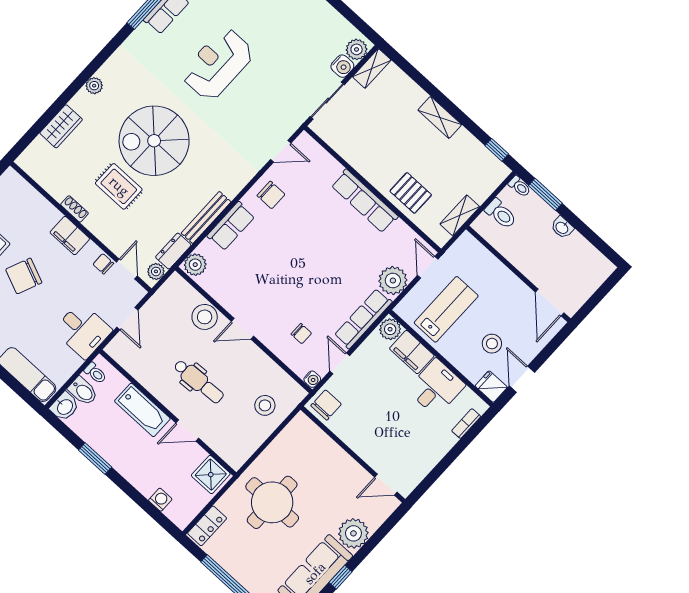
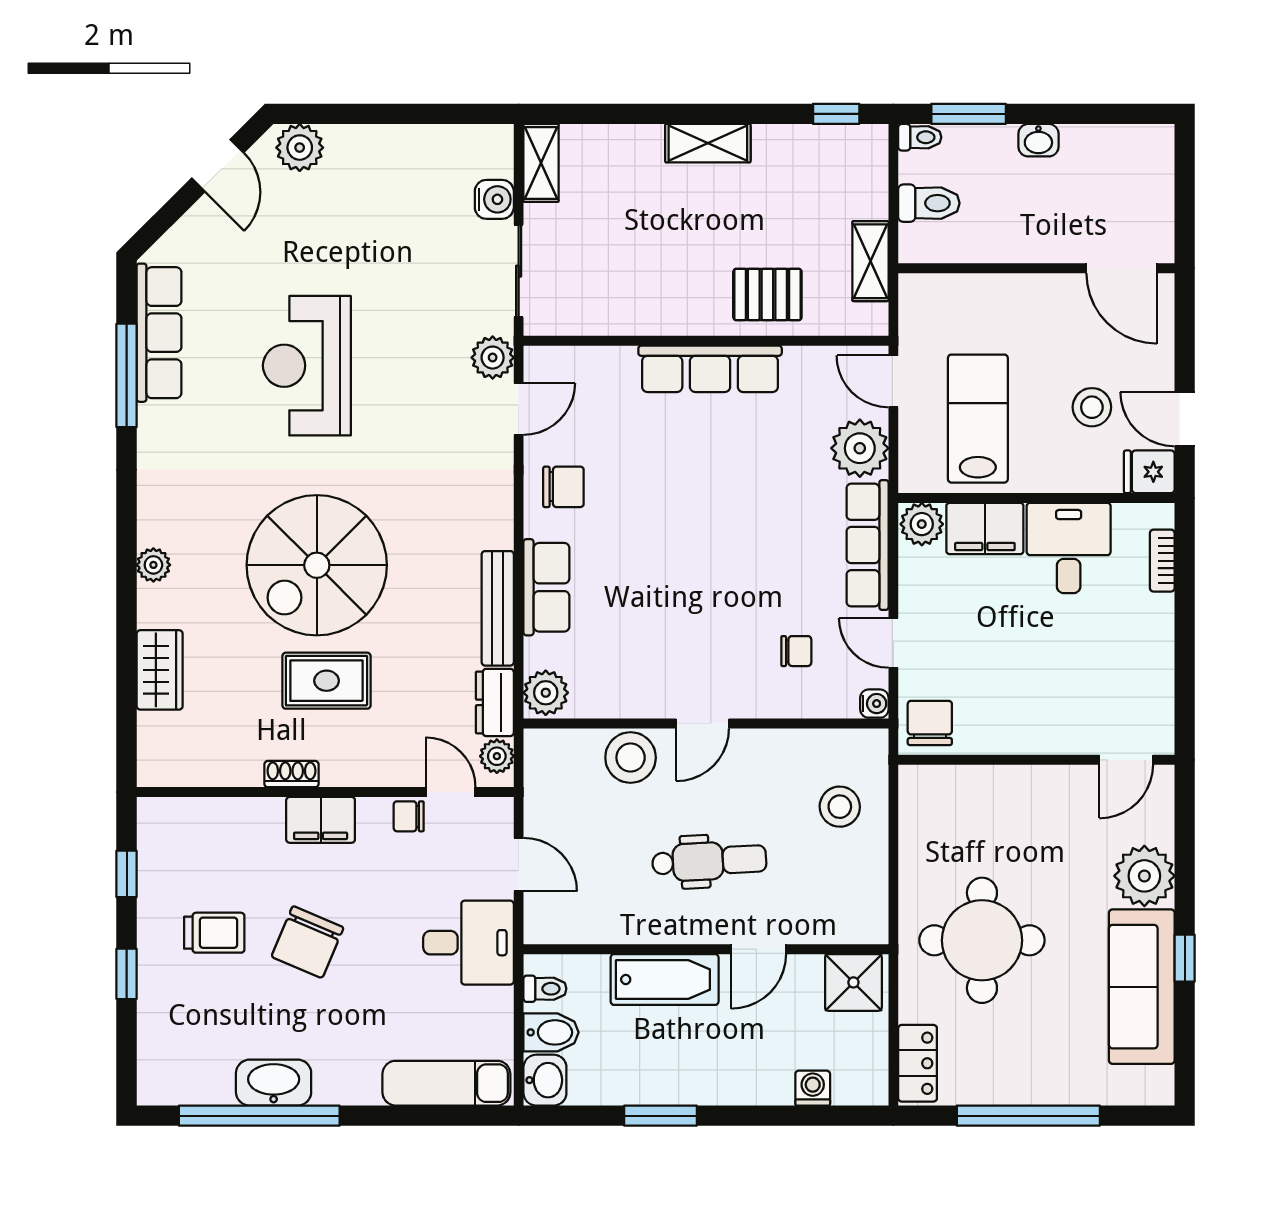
plant: (357, 49) -> (493, 358), moved

